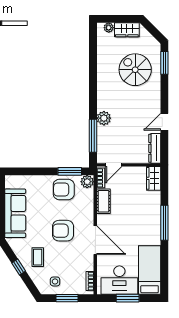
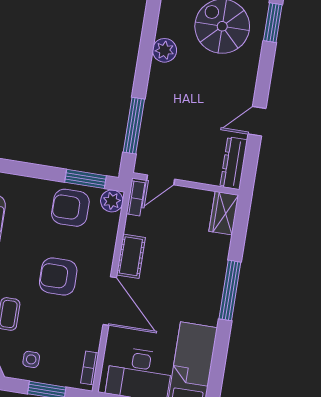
plant: (104, 118) -> (164, 50), moved
cot: (103, 201) -> (131, 256), moved

